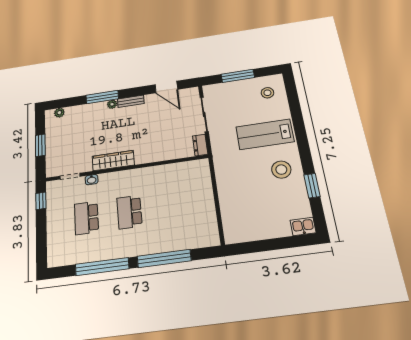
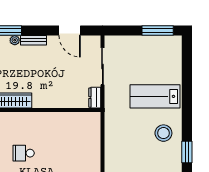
window: (238, 76) -> (158, 30), moved
stool: (267, 93) -> (165, 54), removed
school desk: (129, 212) -> (24, 153), width x0.54

